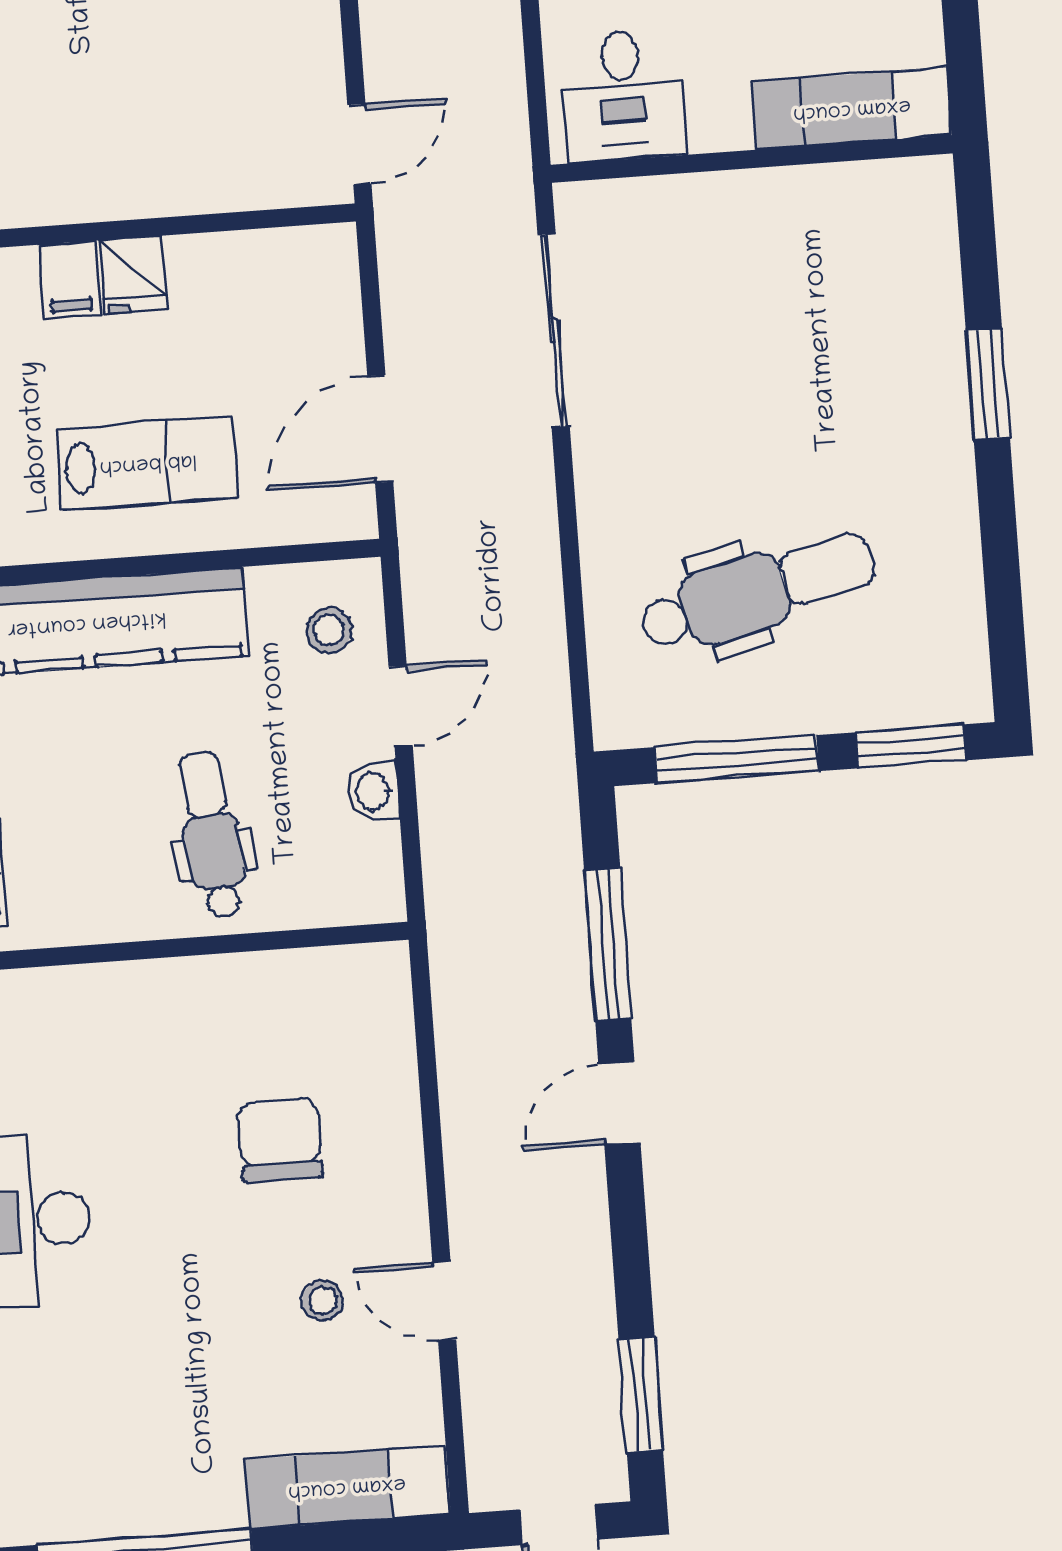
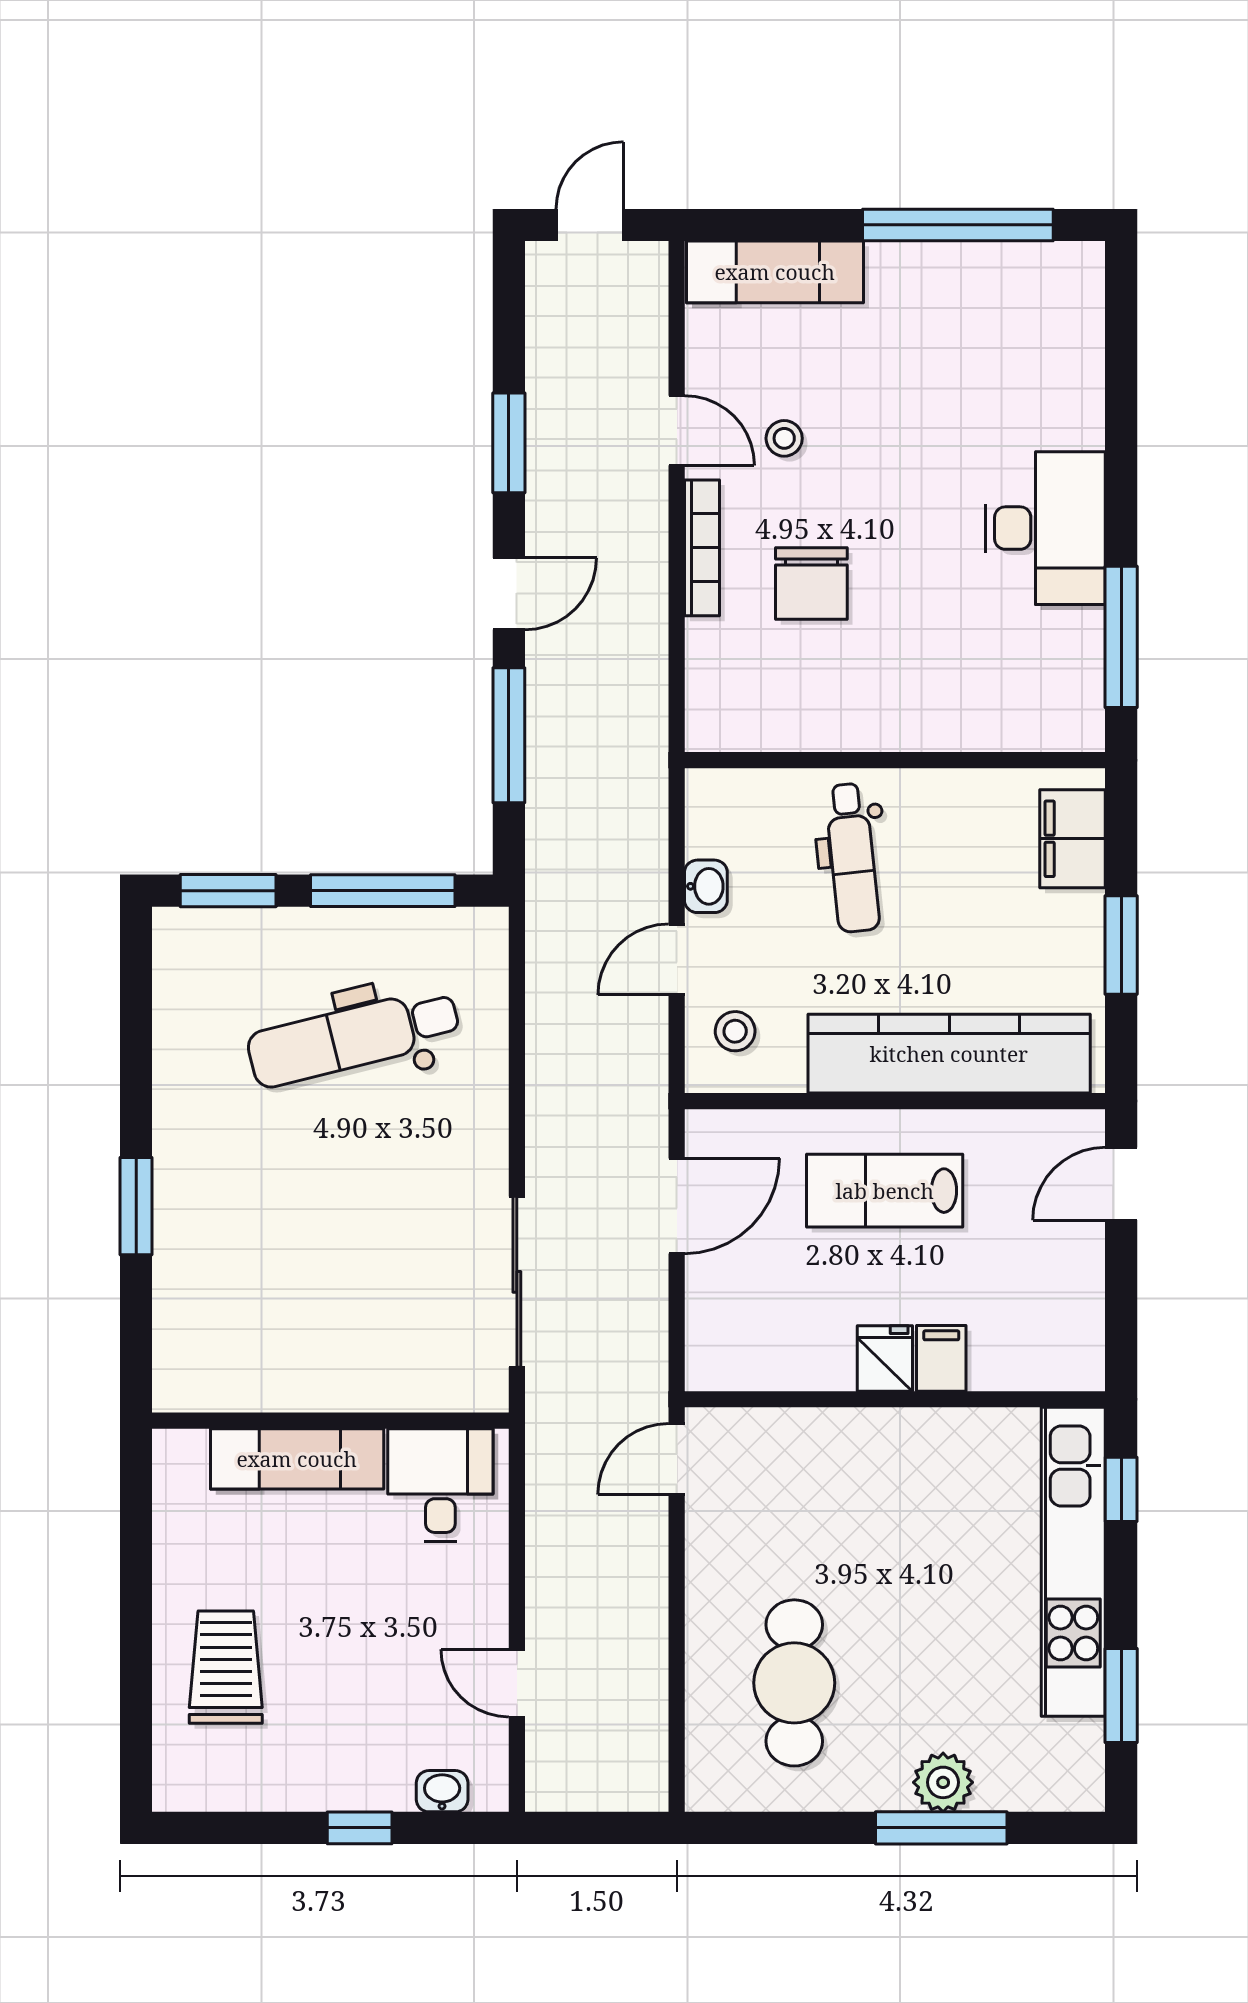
exam couch: (852, 109) -> (297, 1459), moved
bookcase: (406, 1171) -> (702, 548), added
window: (641, 1395) -> (509, 443), moved

